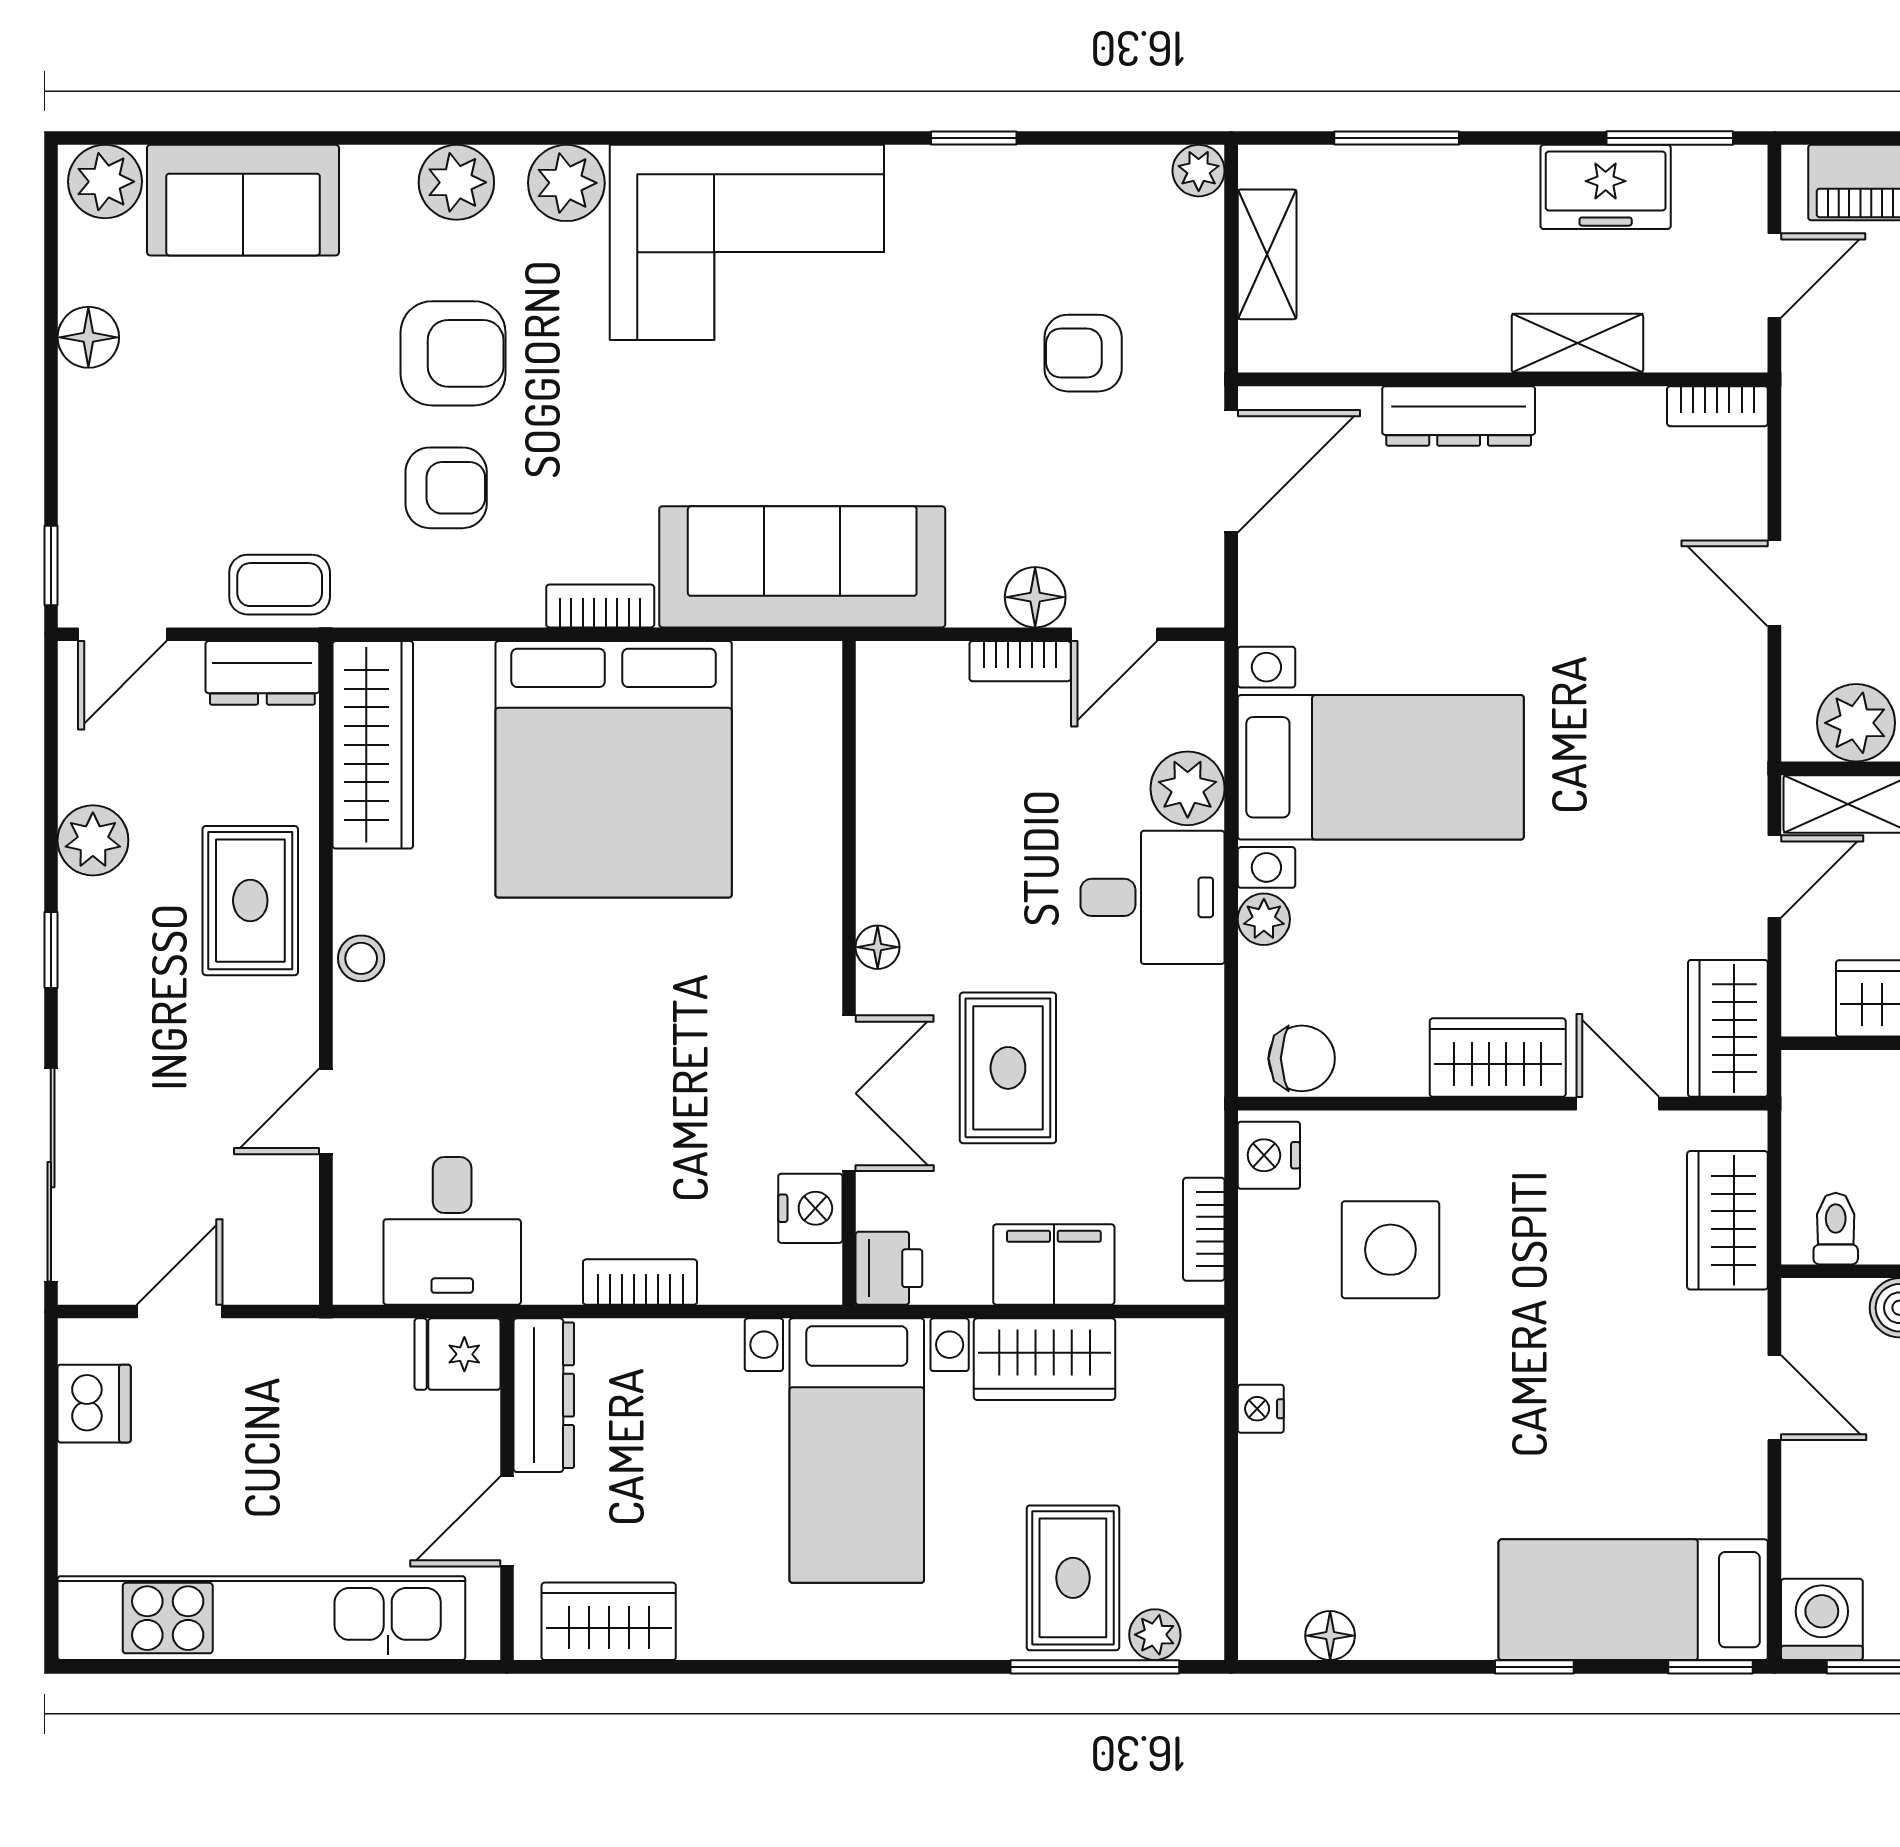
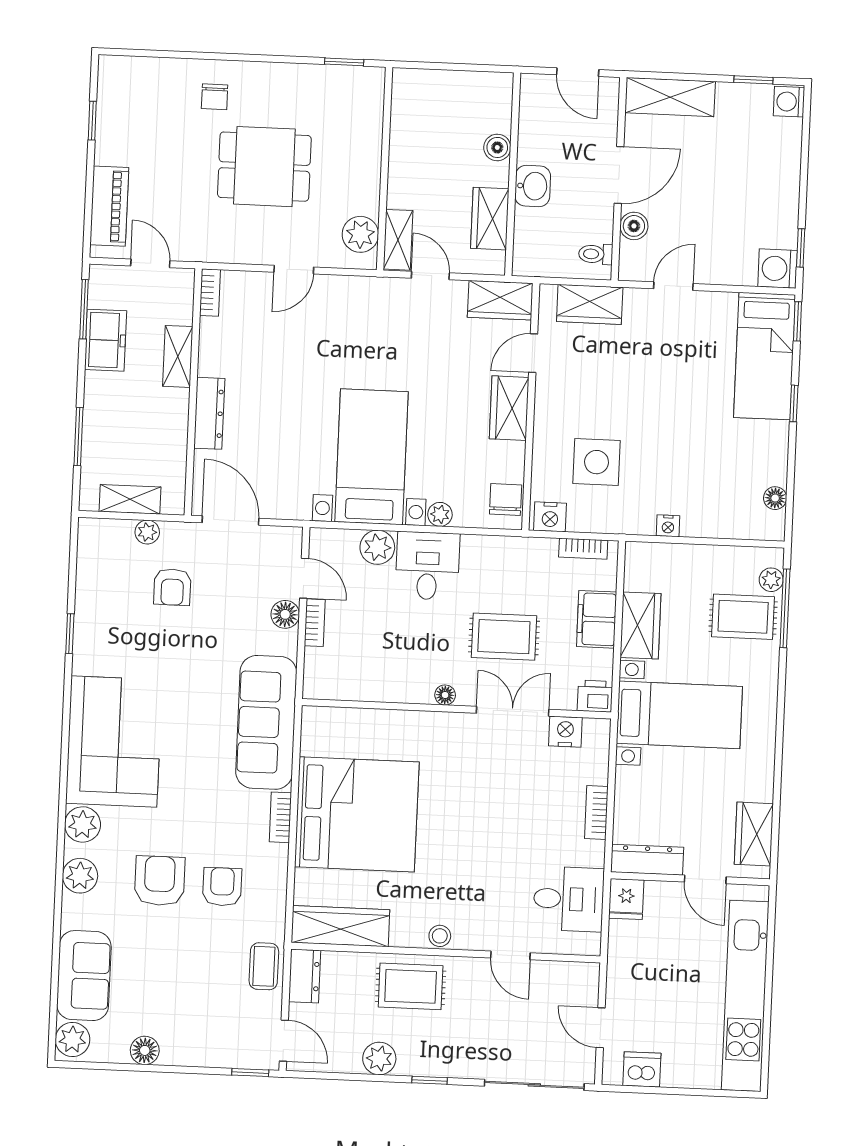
plant: (1199, 171) -> (147, 532), moved

